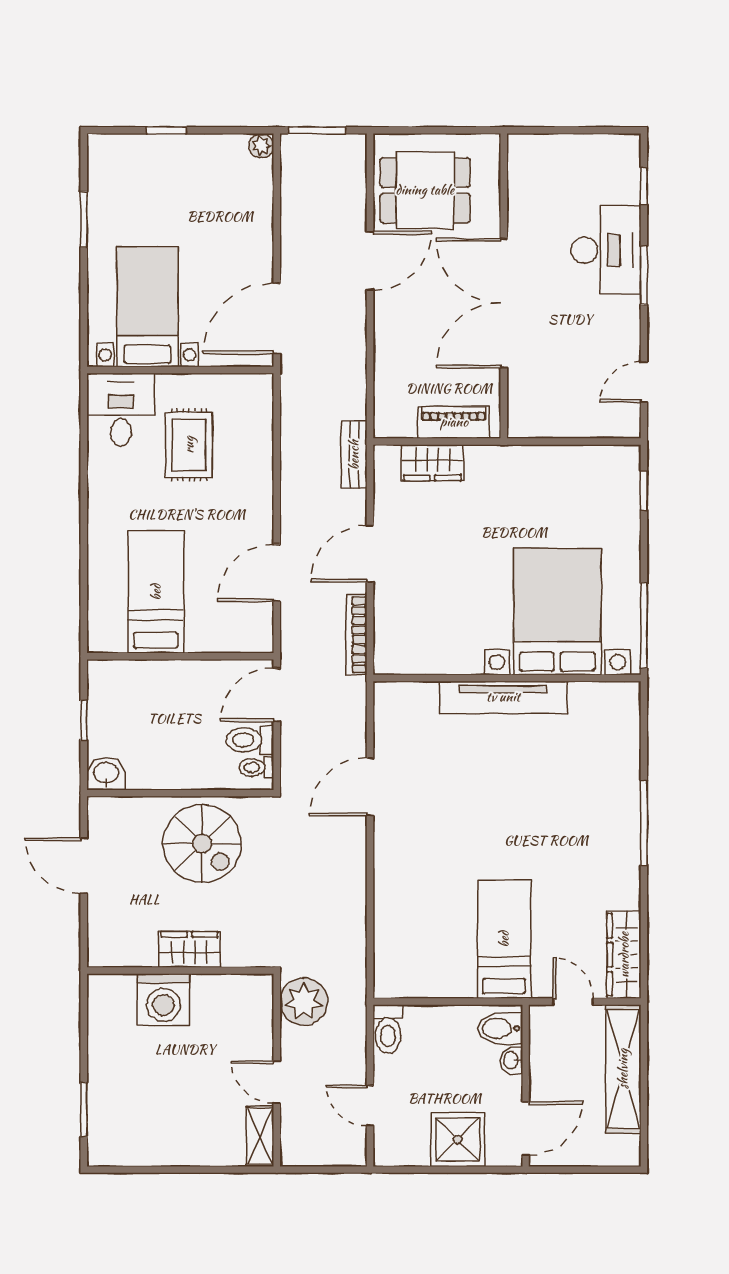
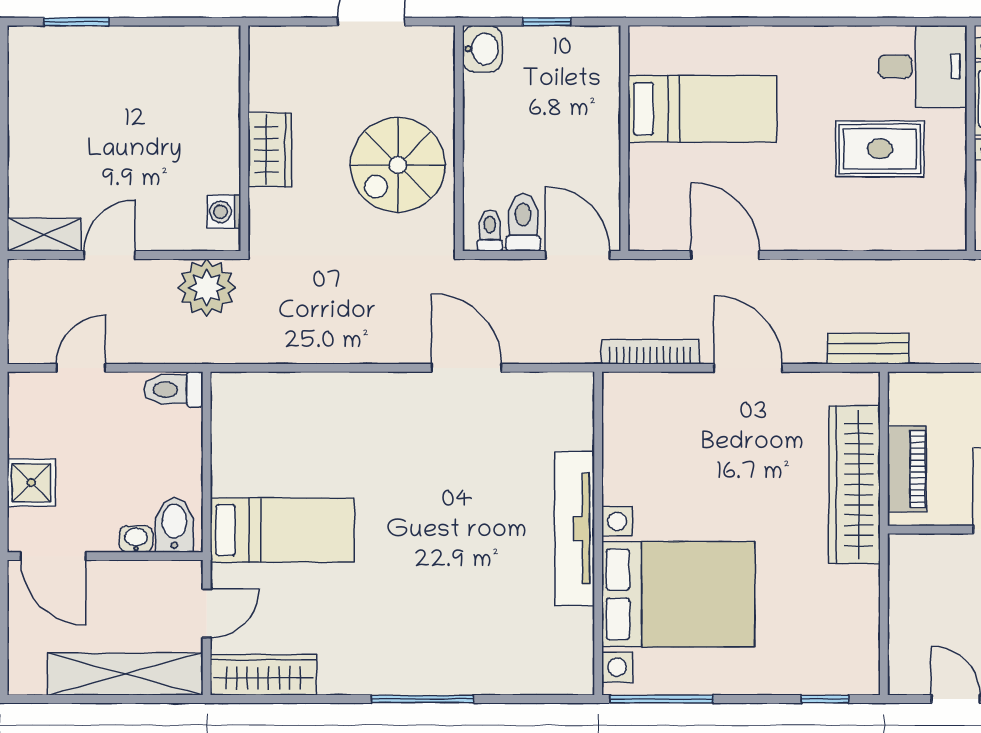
wardrobe: (432, 463) -> (855, 485), width x2.10, depth x1.17
washing machine: (164, 1000) -> (224, 212), moved, width x0.53, depth x0.53
shower: (458, 1139) -> (31, 483), width x0.73, depth x0.73

